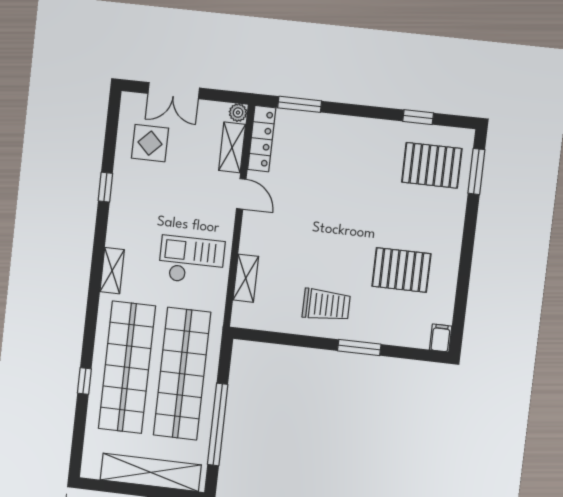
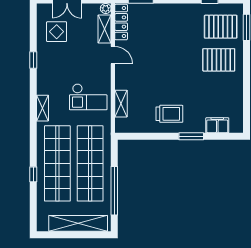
checkout: (191, 260) -> (88, 97), turned 180
pallet: (401, 270) -> (219, 60), moved
filing cabinet: (441, 338) -> (217, 125), moved, width x2.00

